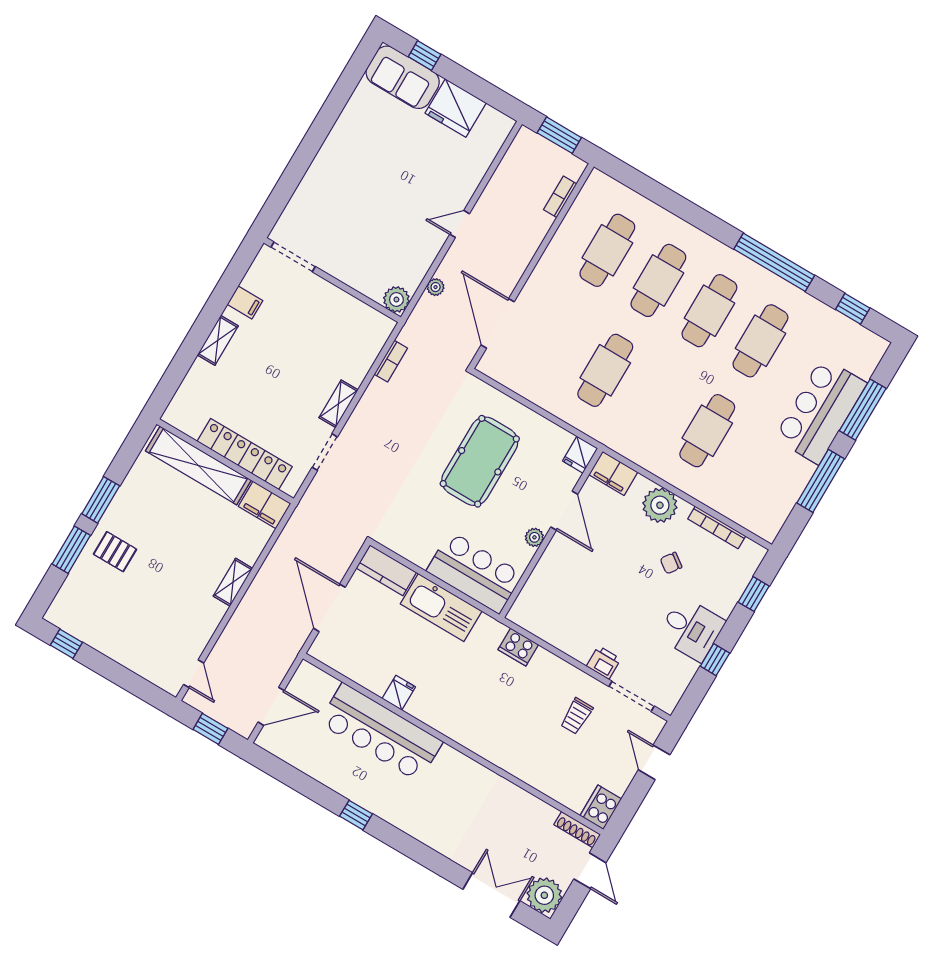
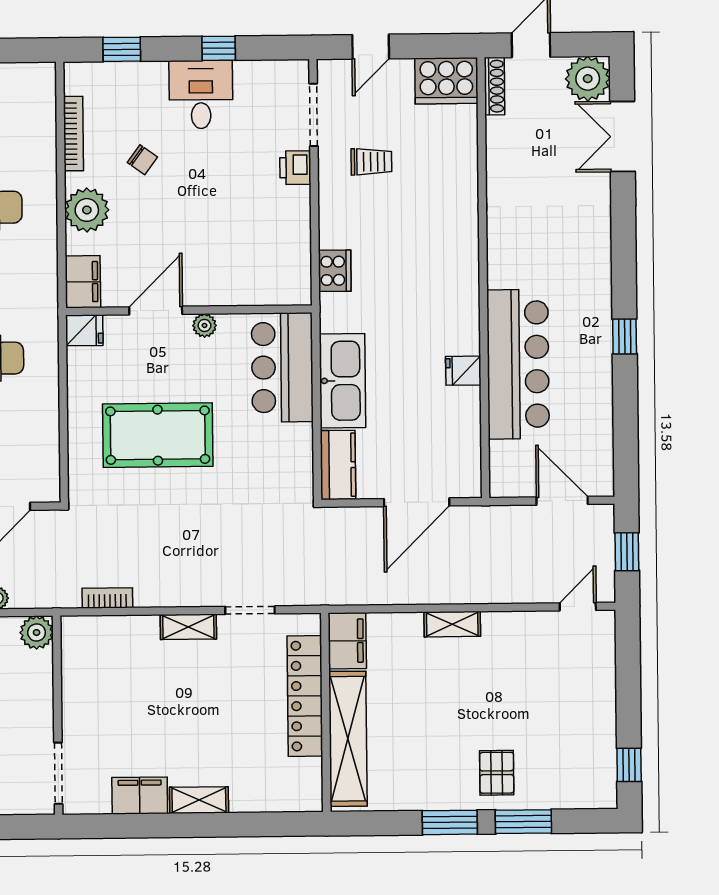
filing cabinet: (245, 302) -> (140, 796), width x2.00
cooker: (601, 807) -> (446, 81), width x1.37, depth x1.31

